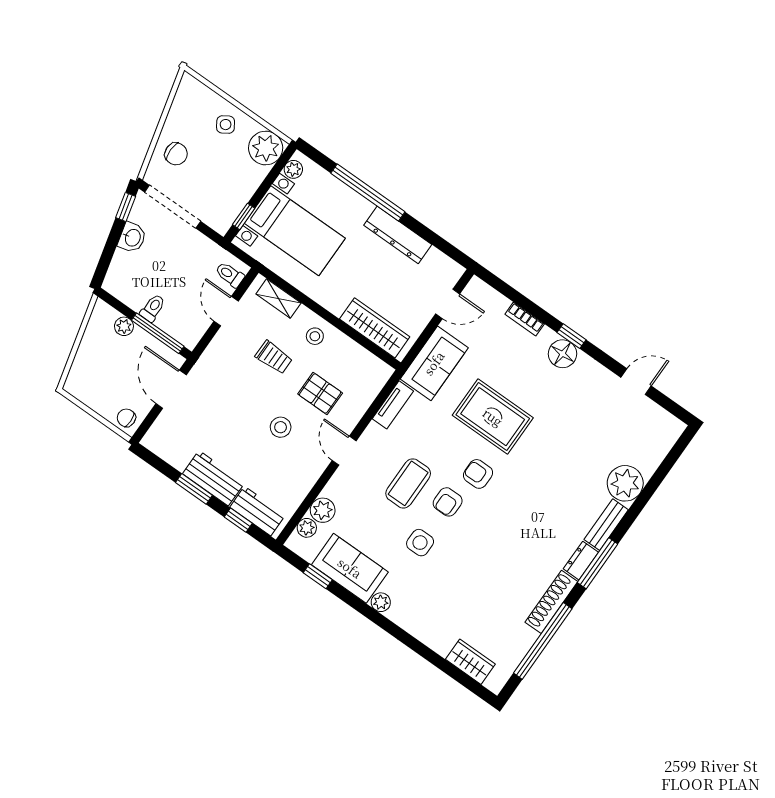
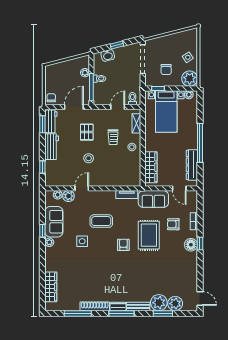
chair: (176, 154) -> (166, 69), moved
window: (368, 192) -> (200, 143), moved
window: (126, 207) -> (117, 45), moved
dresser: (398, 235) -> (192, 165), moved
washbasin: (132, 237) -> (108, 55), moved
door: (636, 382) -> (200, 298), moved
pallet: (320, 393) -> (87, 132), moved
door: (344, 451) -> (82, 188), moved
plant: (647, 455) -> (175, 304), added
window: (194, 489) -> (42, 124), moved
window: (649, 490) -> (163, 313), added
armchair: (448, 502) -> (173, 224), moved
workbench: (258, 511) -> (51, 121), moved
window: (318, 576) -> (42, 231), moved
window: (543, 641) -> (78, 313), width x0.68
wardrobe: (470, 662) -> (51, 287), width x1.50

